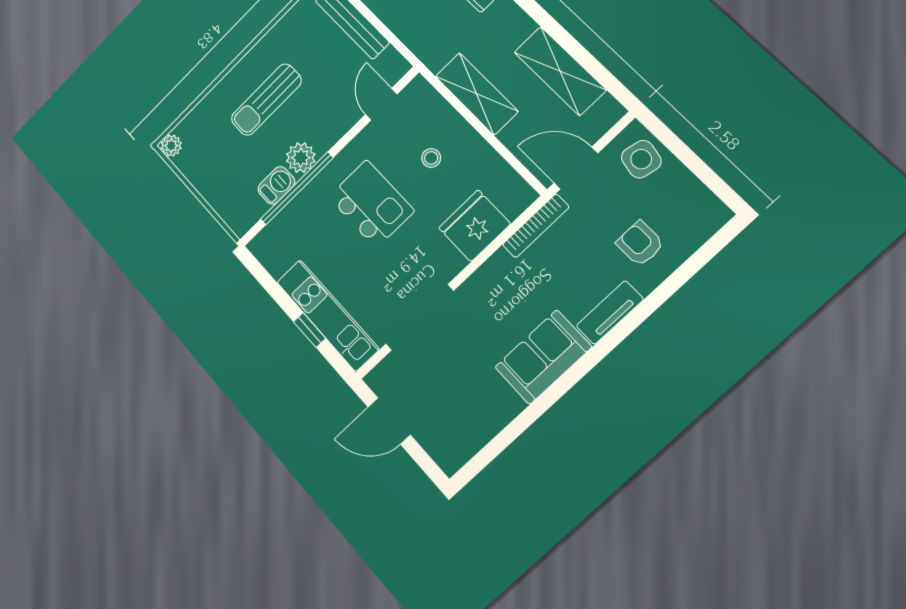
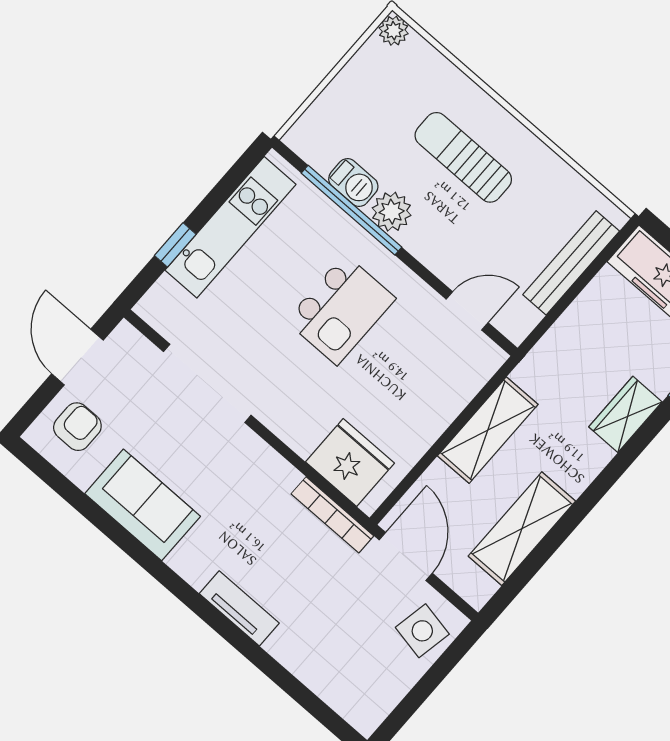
stool: (431, 158) -> (404, 381), removed
fridge: (474, 226) -> (350, 463), moved
armchair: (640, 244) -> (77, 427), moved
kitchen unit: (328, 315) -> (231, 227), moved
sofa: (543, 357) -> (143, 505), moved

